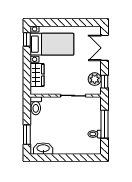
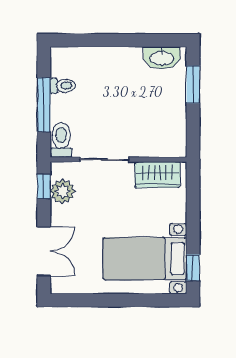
wardrobe: (37, 75) -> (157, 175), moved, turned -90
toilet: (36, 106) -> (61, 140), moved

